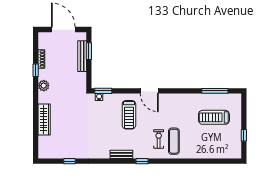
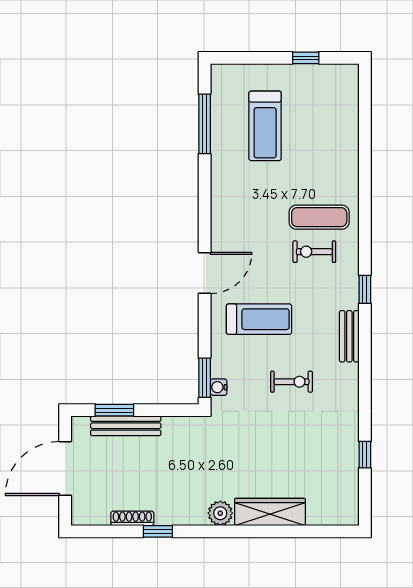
plant: (44, 86) -> (220, 513), moved
exercise bike: (101, 129) -> (292, 382), added

